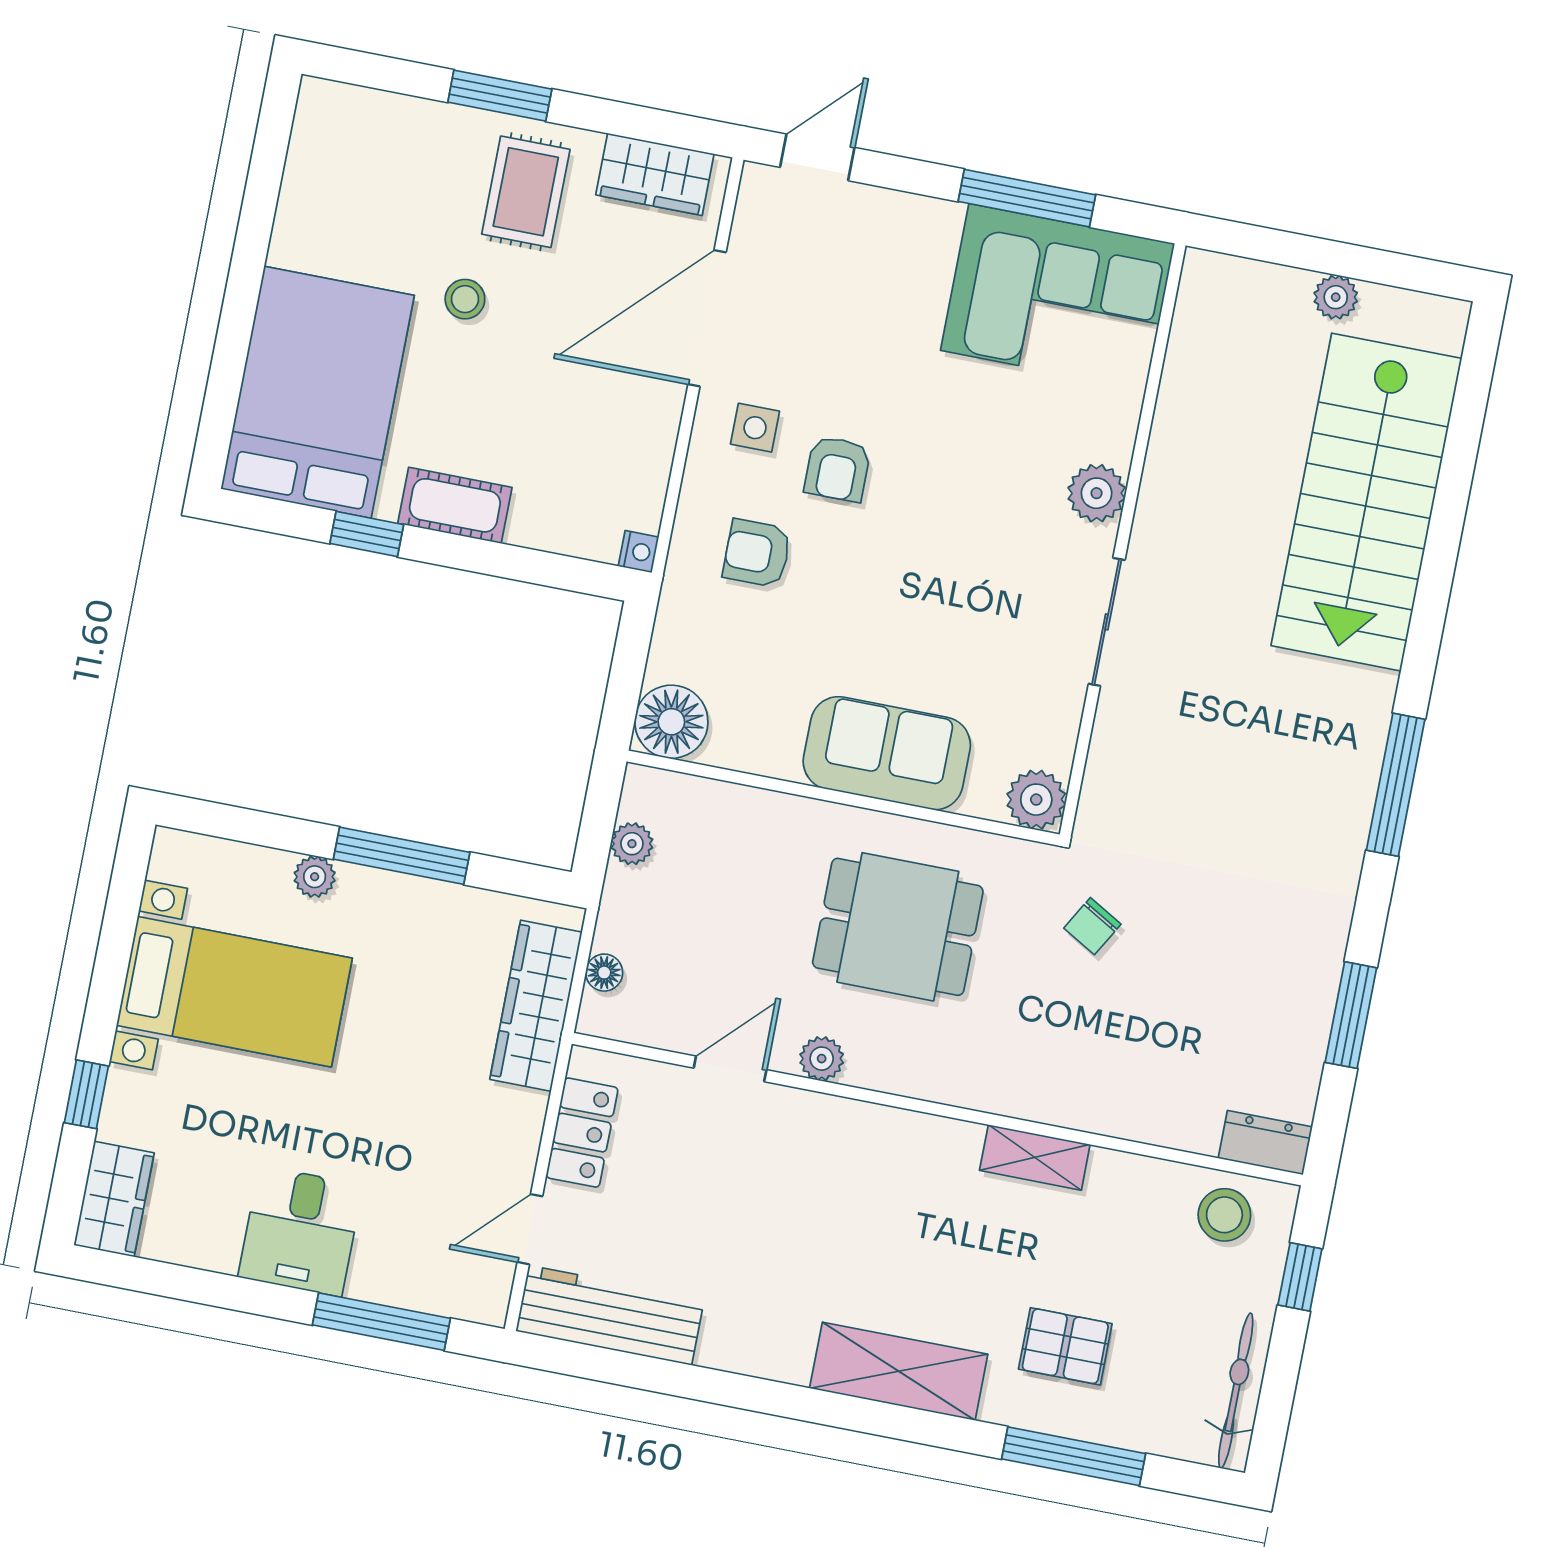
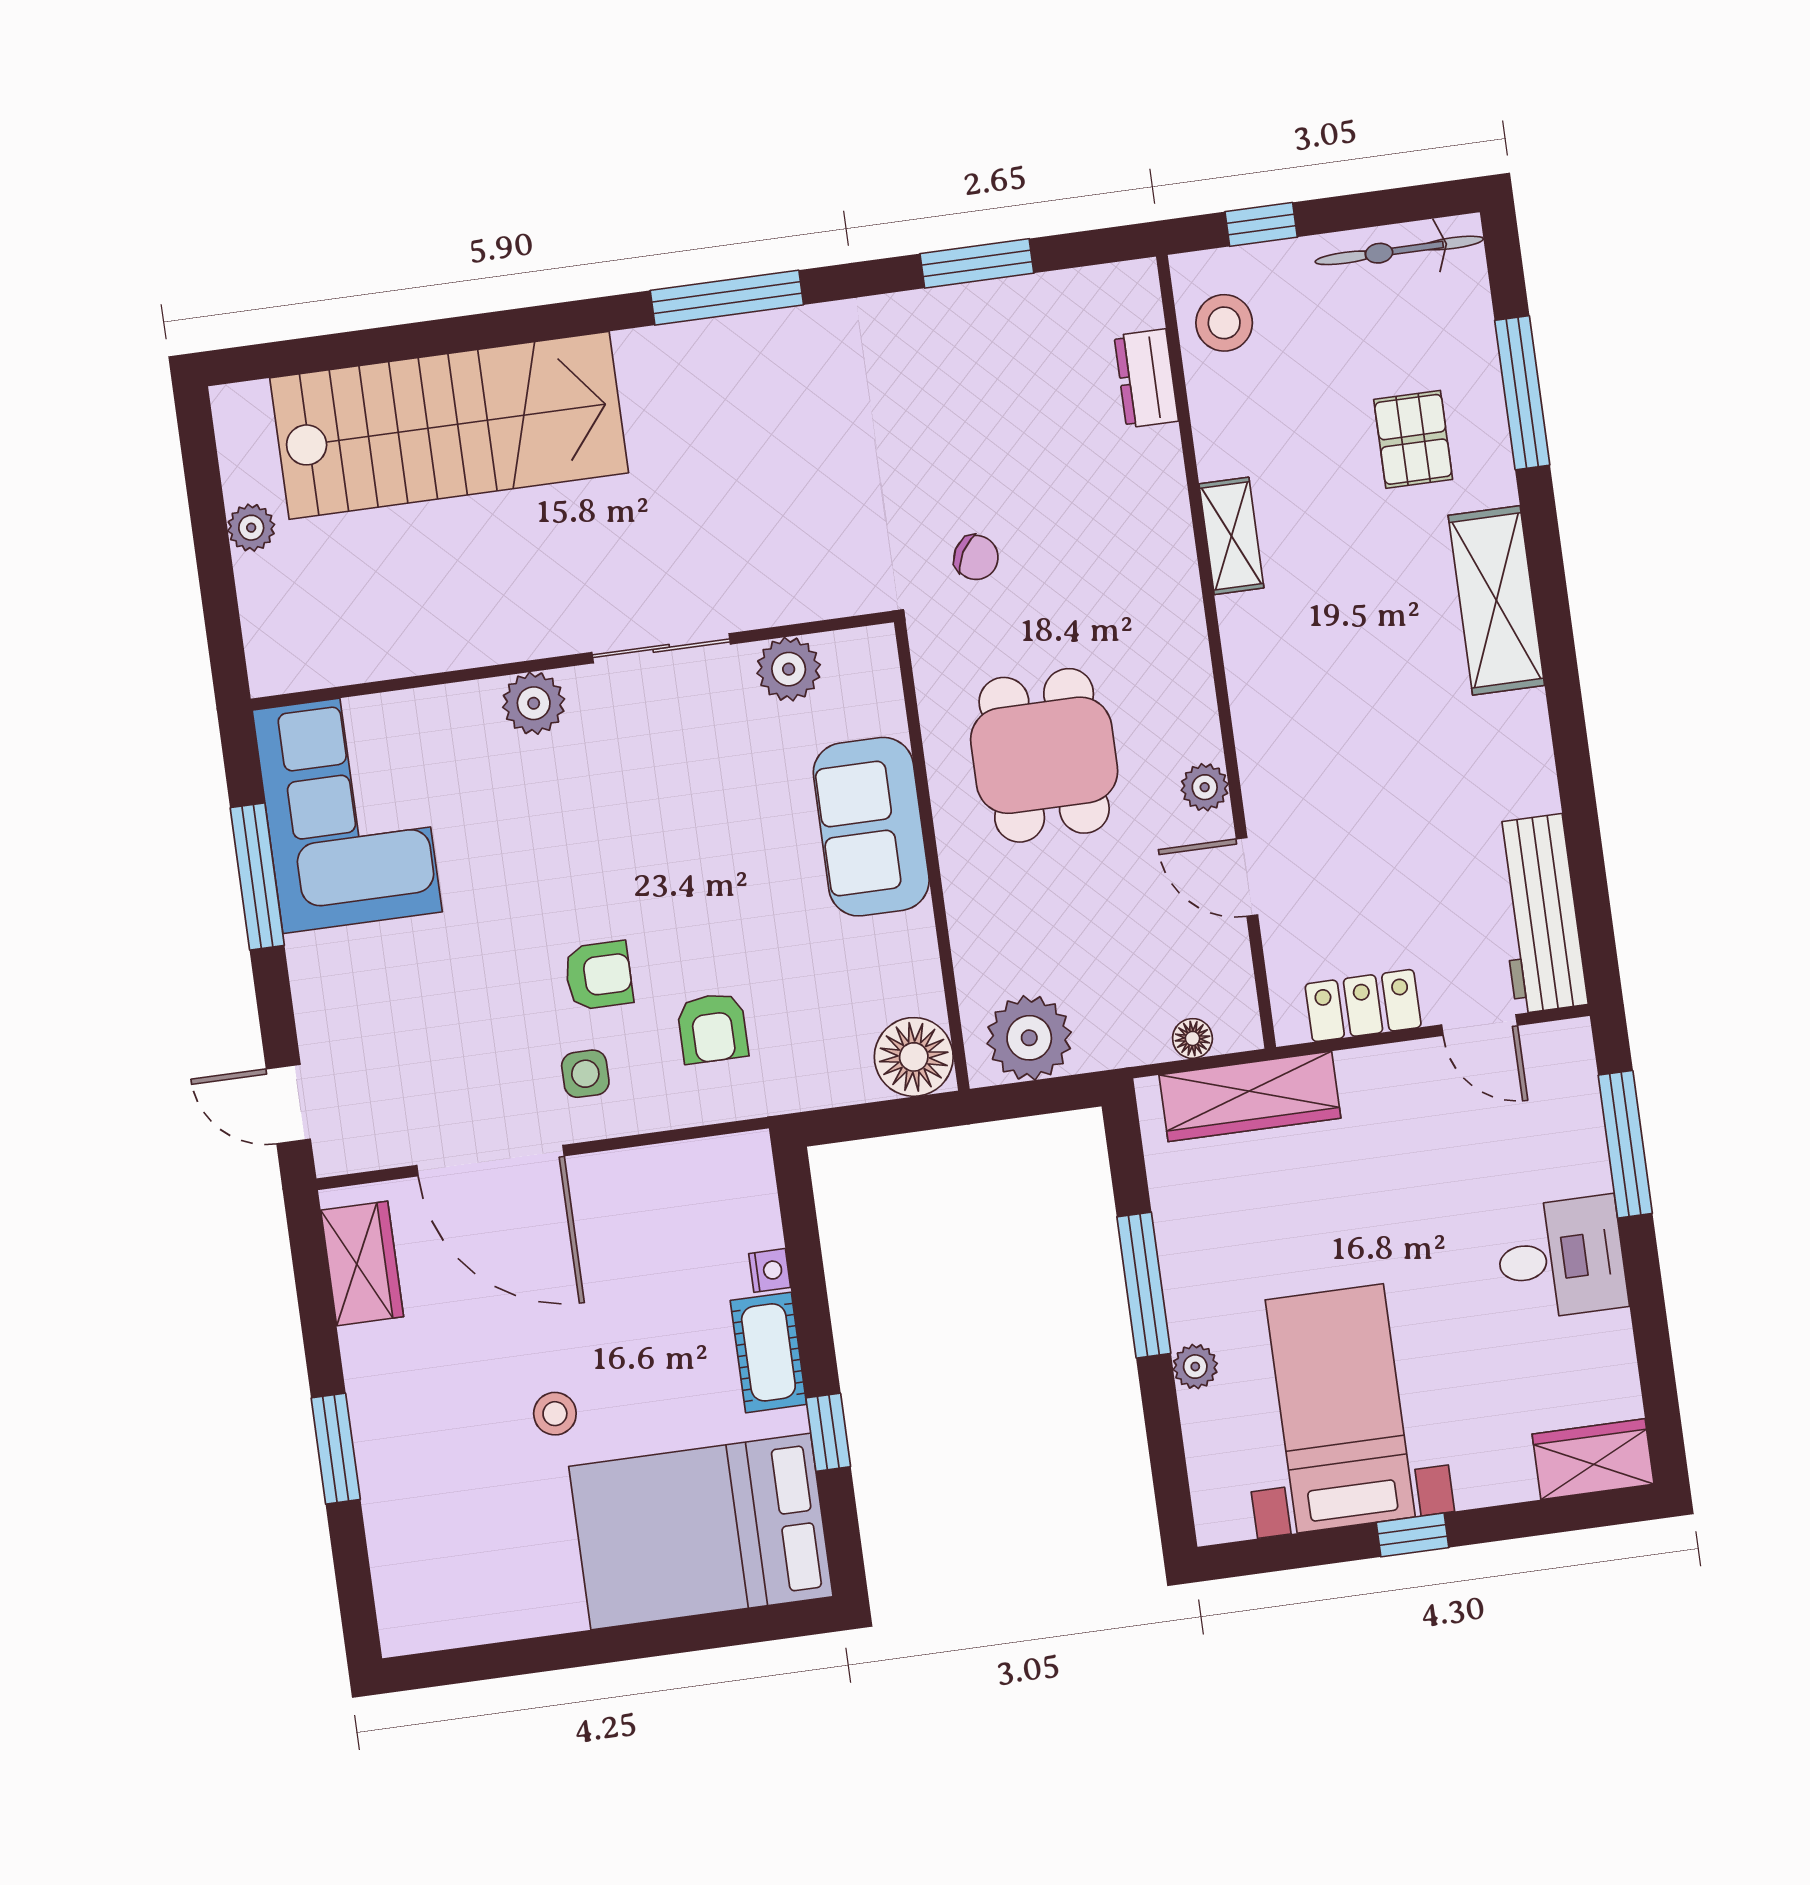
rug: (526, 192) -> (425, 1389), removed
nightstand: (639, 552) -> (770, 1270), moved, turned 90
plant: (1036, 800) -> (789, 669), moved
plant: (632, 844) -> (1029, 1038), width x1.88, depth x1.88
window: (86, 1094) -> (1412, 1535), moved
dresser: (1265, 1143) -> (1146, 378), moved

